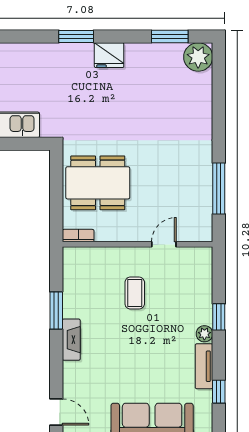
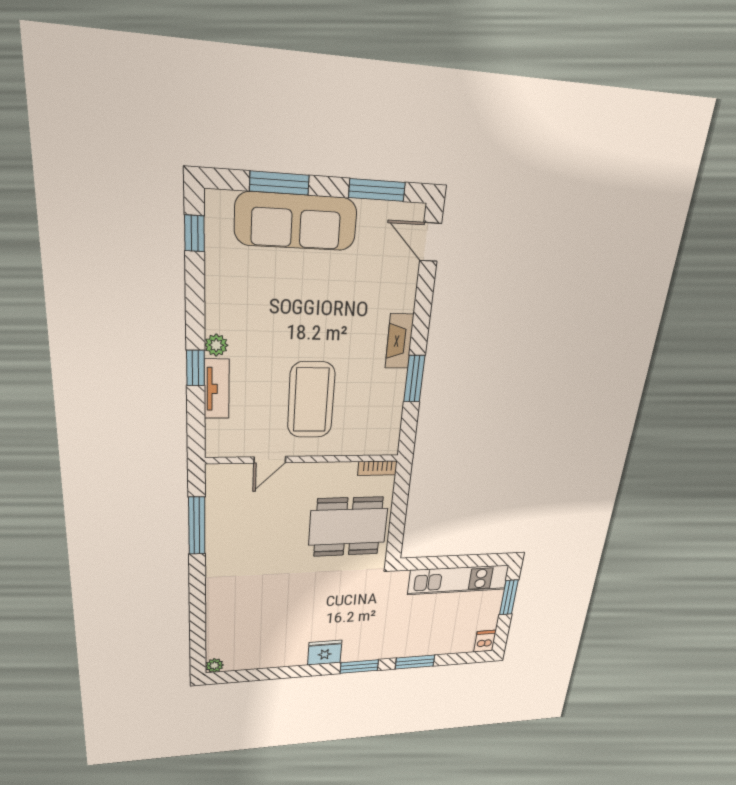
window: (170, 36) -> (415, 662), moved
plant: (198, 57) -> (214, 665), width x0.53, depth x0.53
coffee table: (135, 293) -> (311, 400), width x1.86, depth x1.72
tv unit: (204, 366) -> (217, 389), moved
window: (219, 392) -> (194, 233), moved

